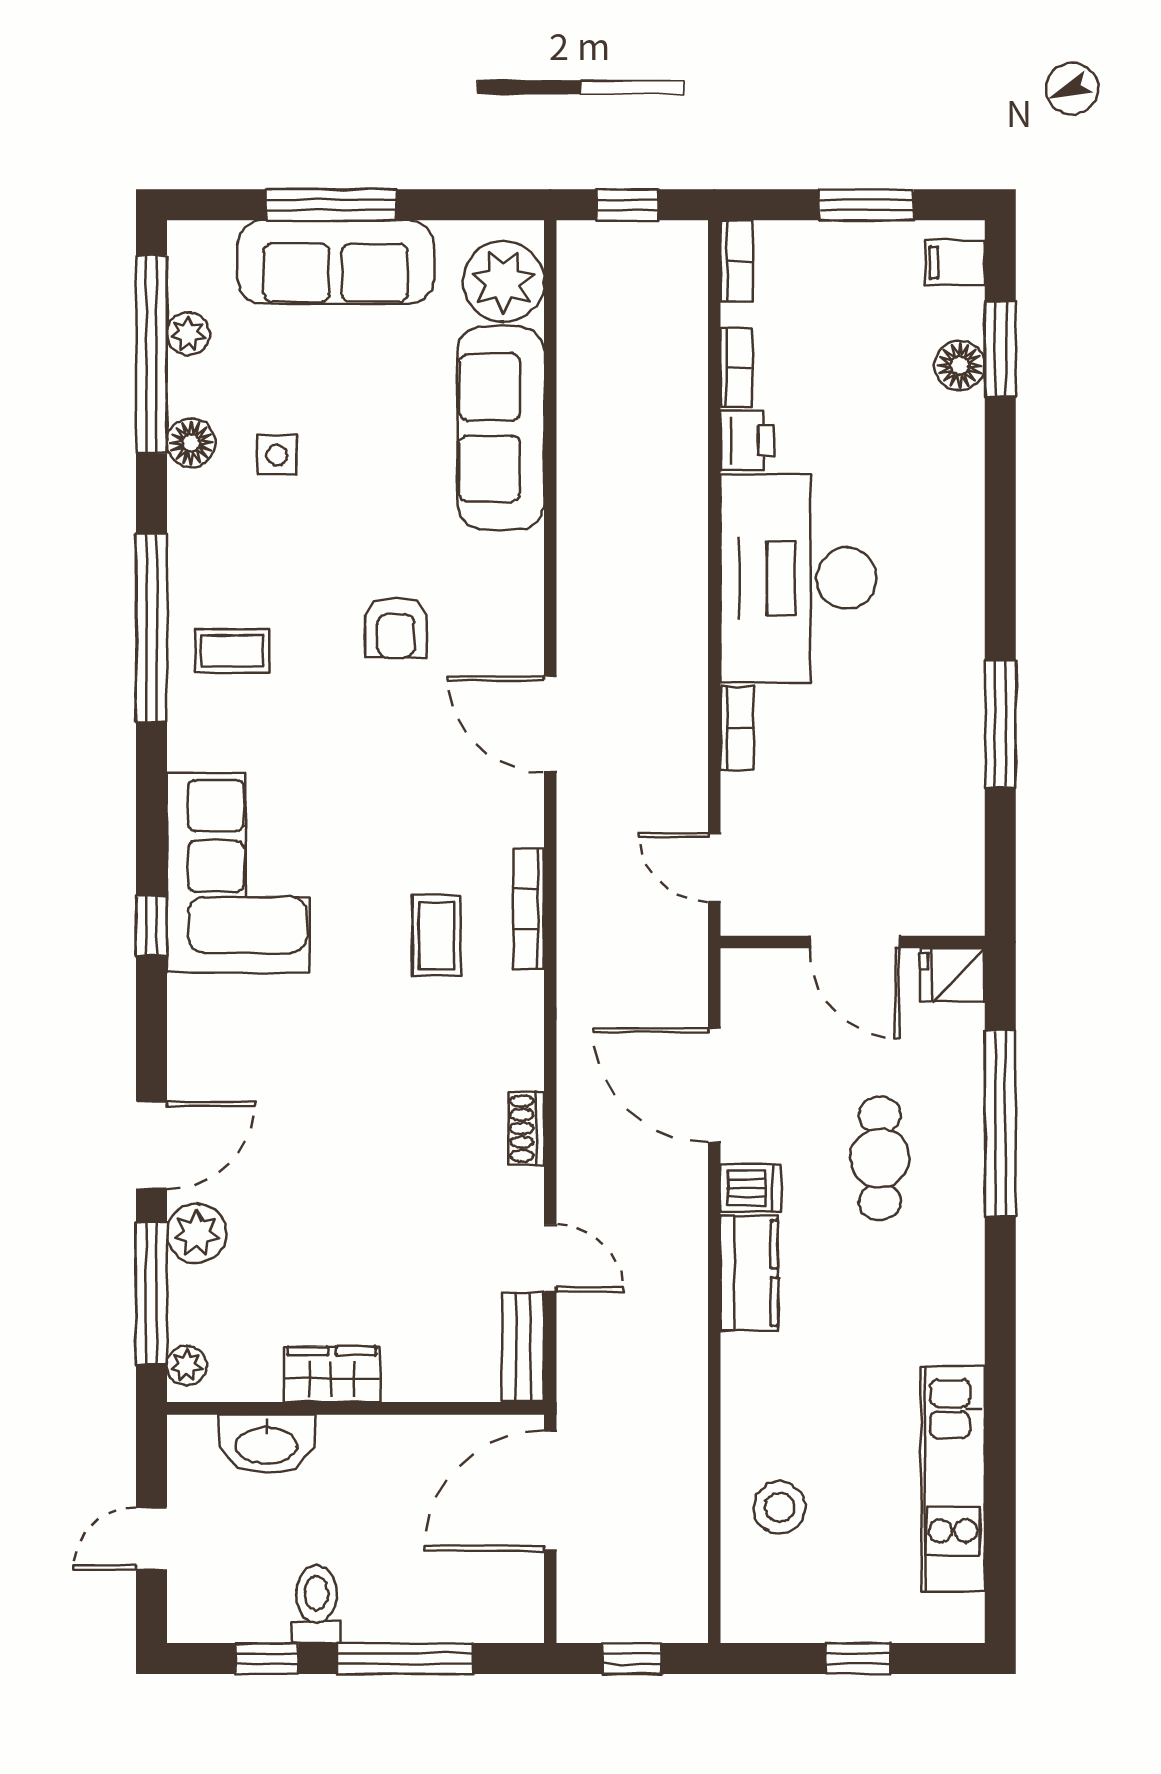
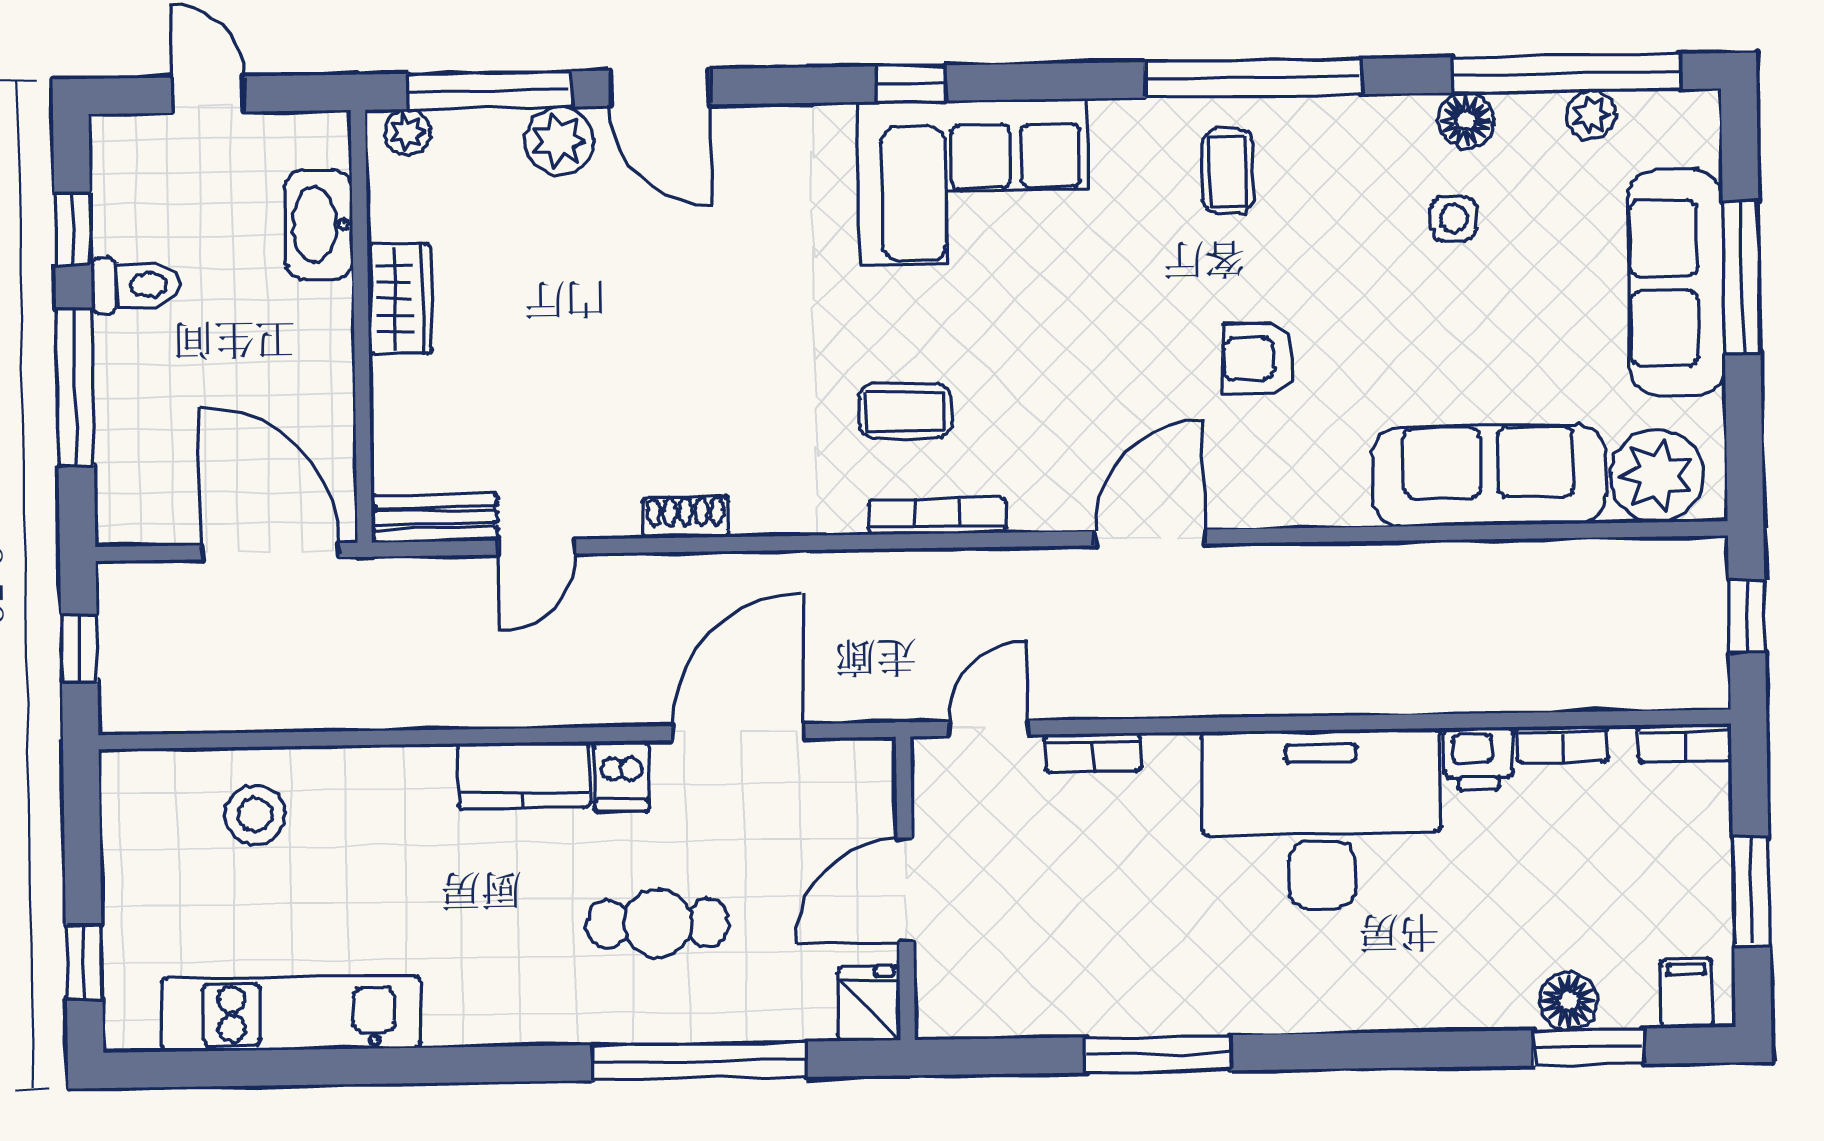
bookcase: (737, 728) -> (1093, 753), moved
window: (858, 1659) -> (84, 962), moved

